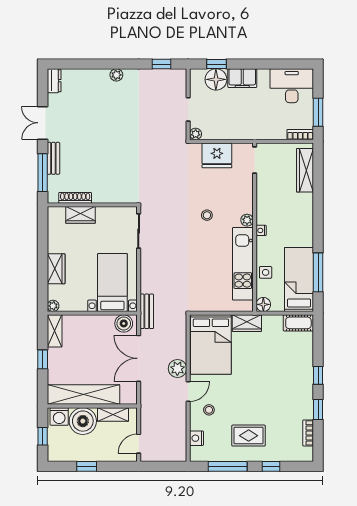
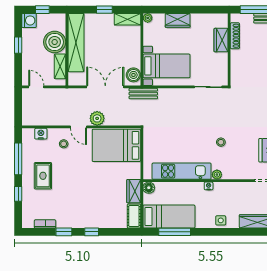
side table: (266, 272) -> (221, 220), moved
wardrobe: (247, 323) -> (134, 191), moved
washing machine: (59, 416) -> (29, 20), moved, turned 180

